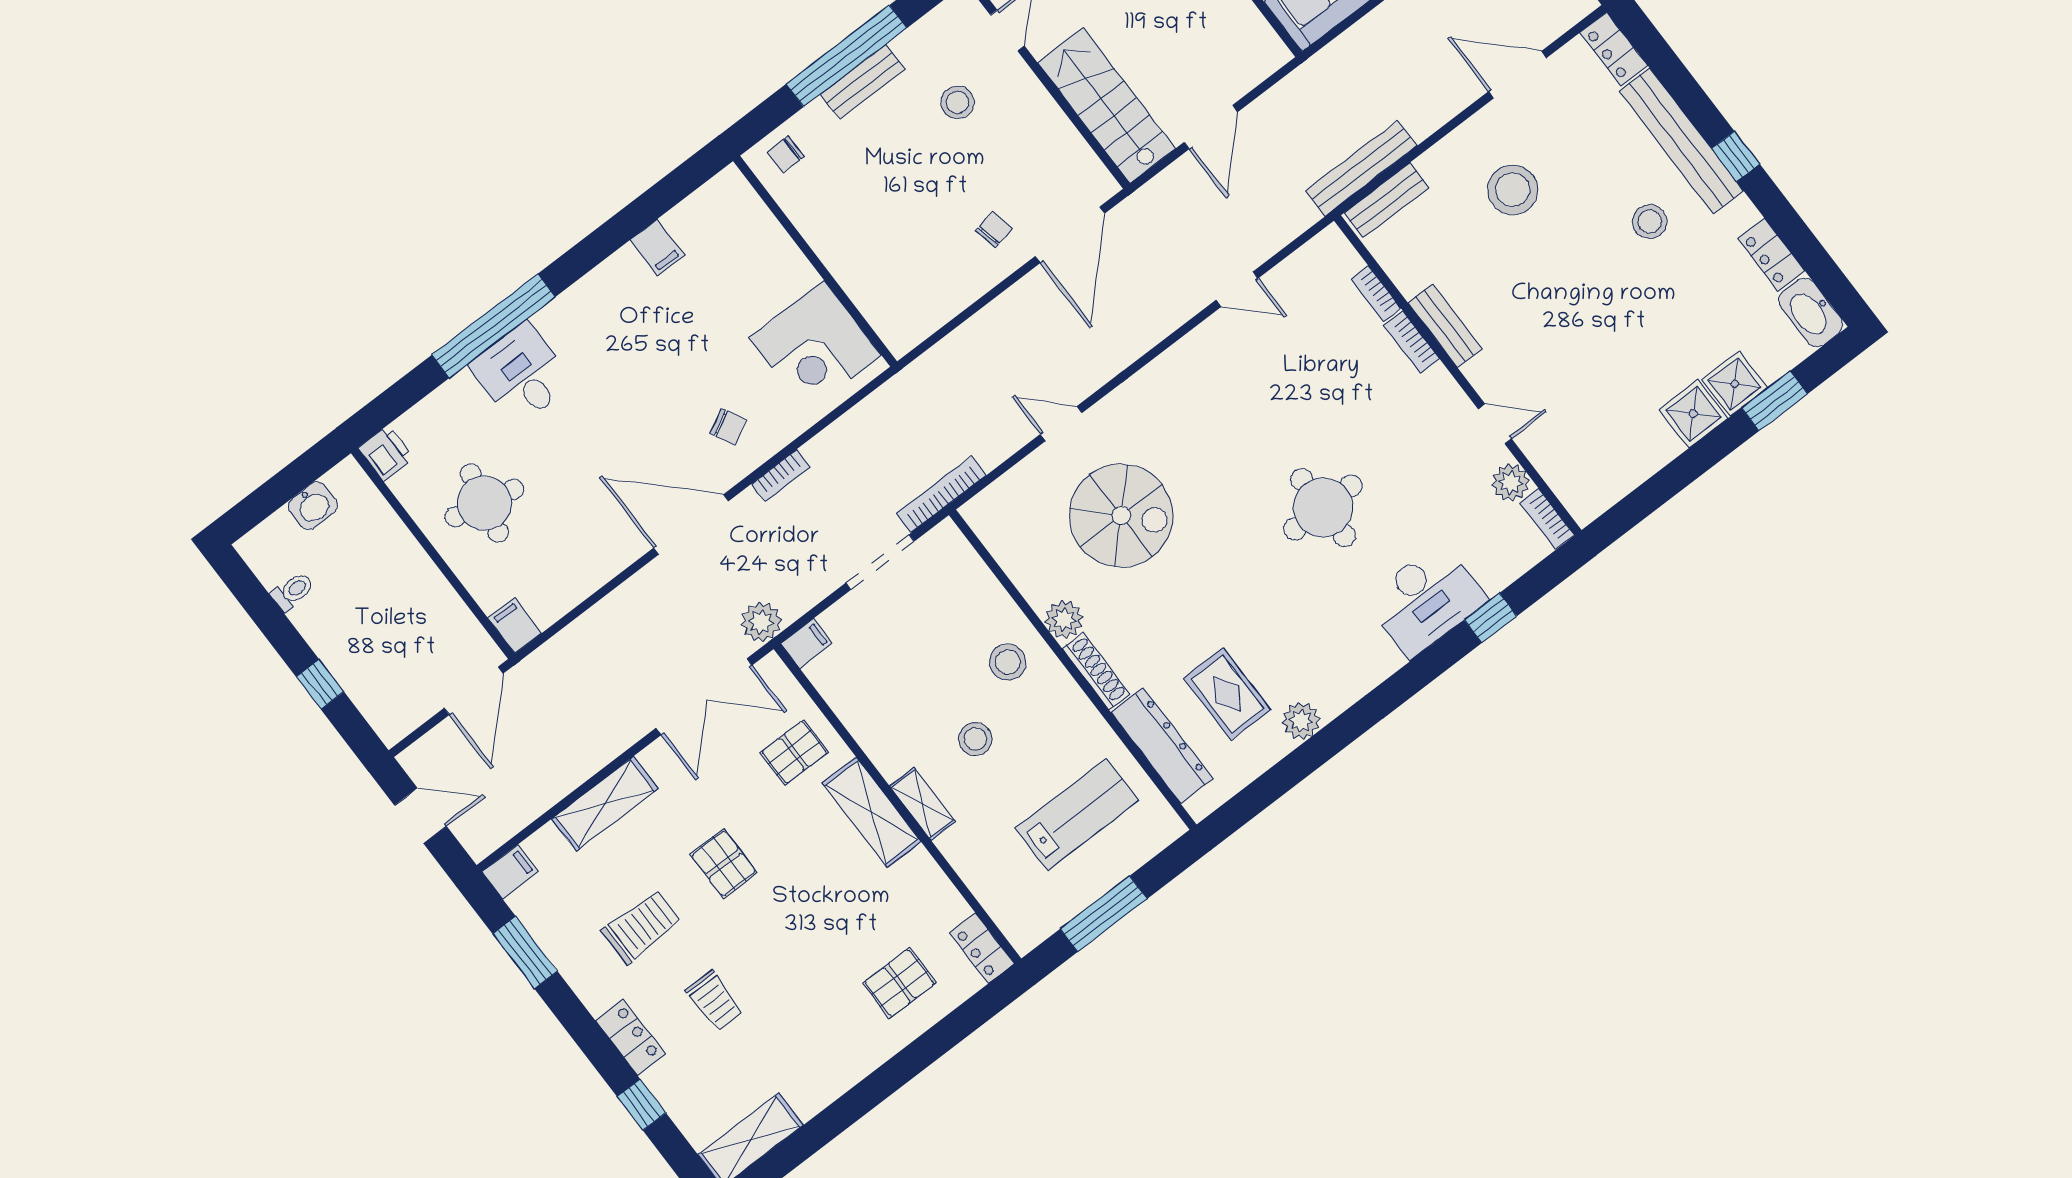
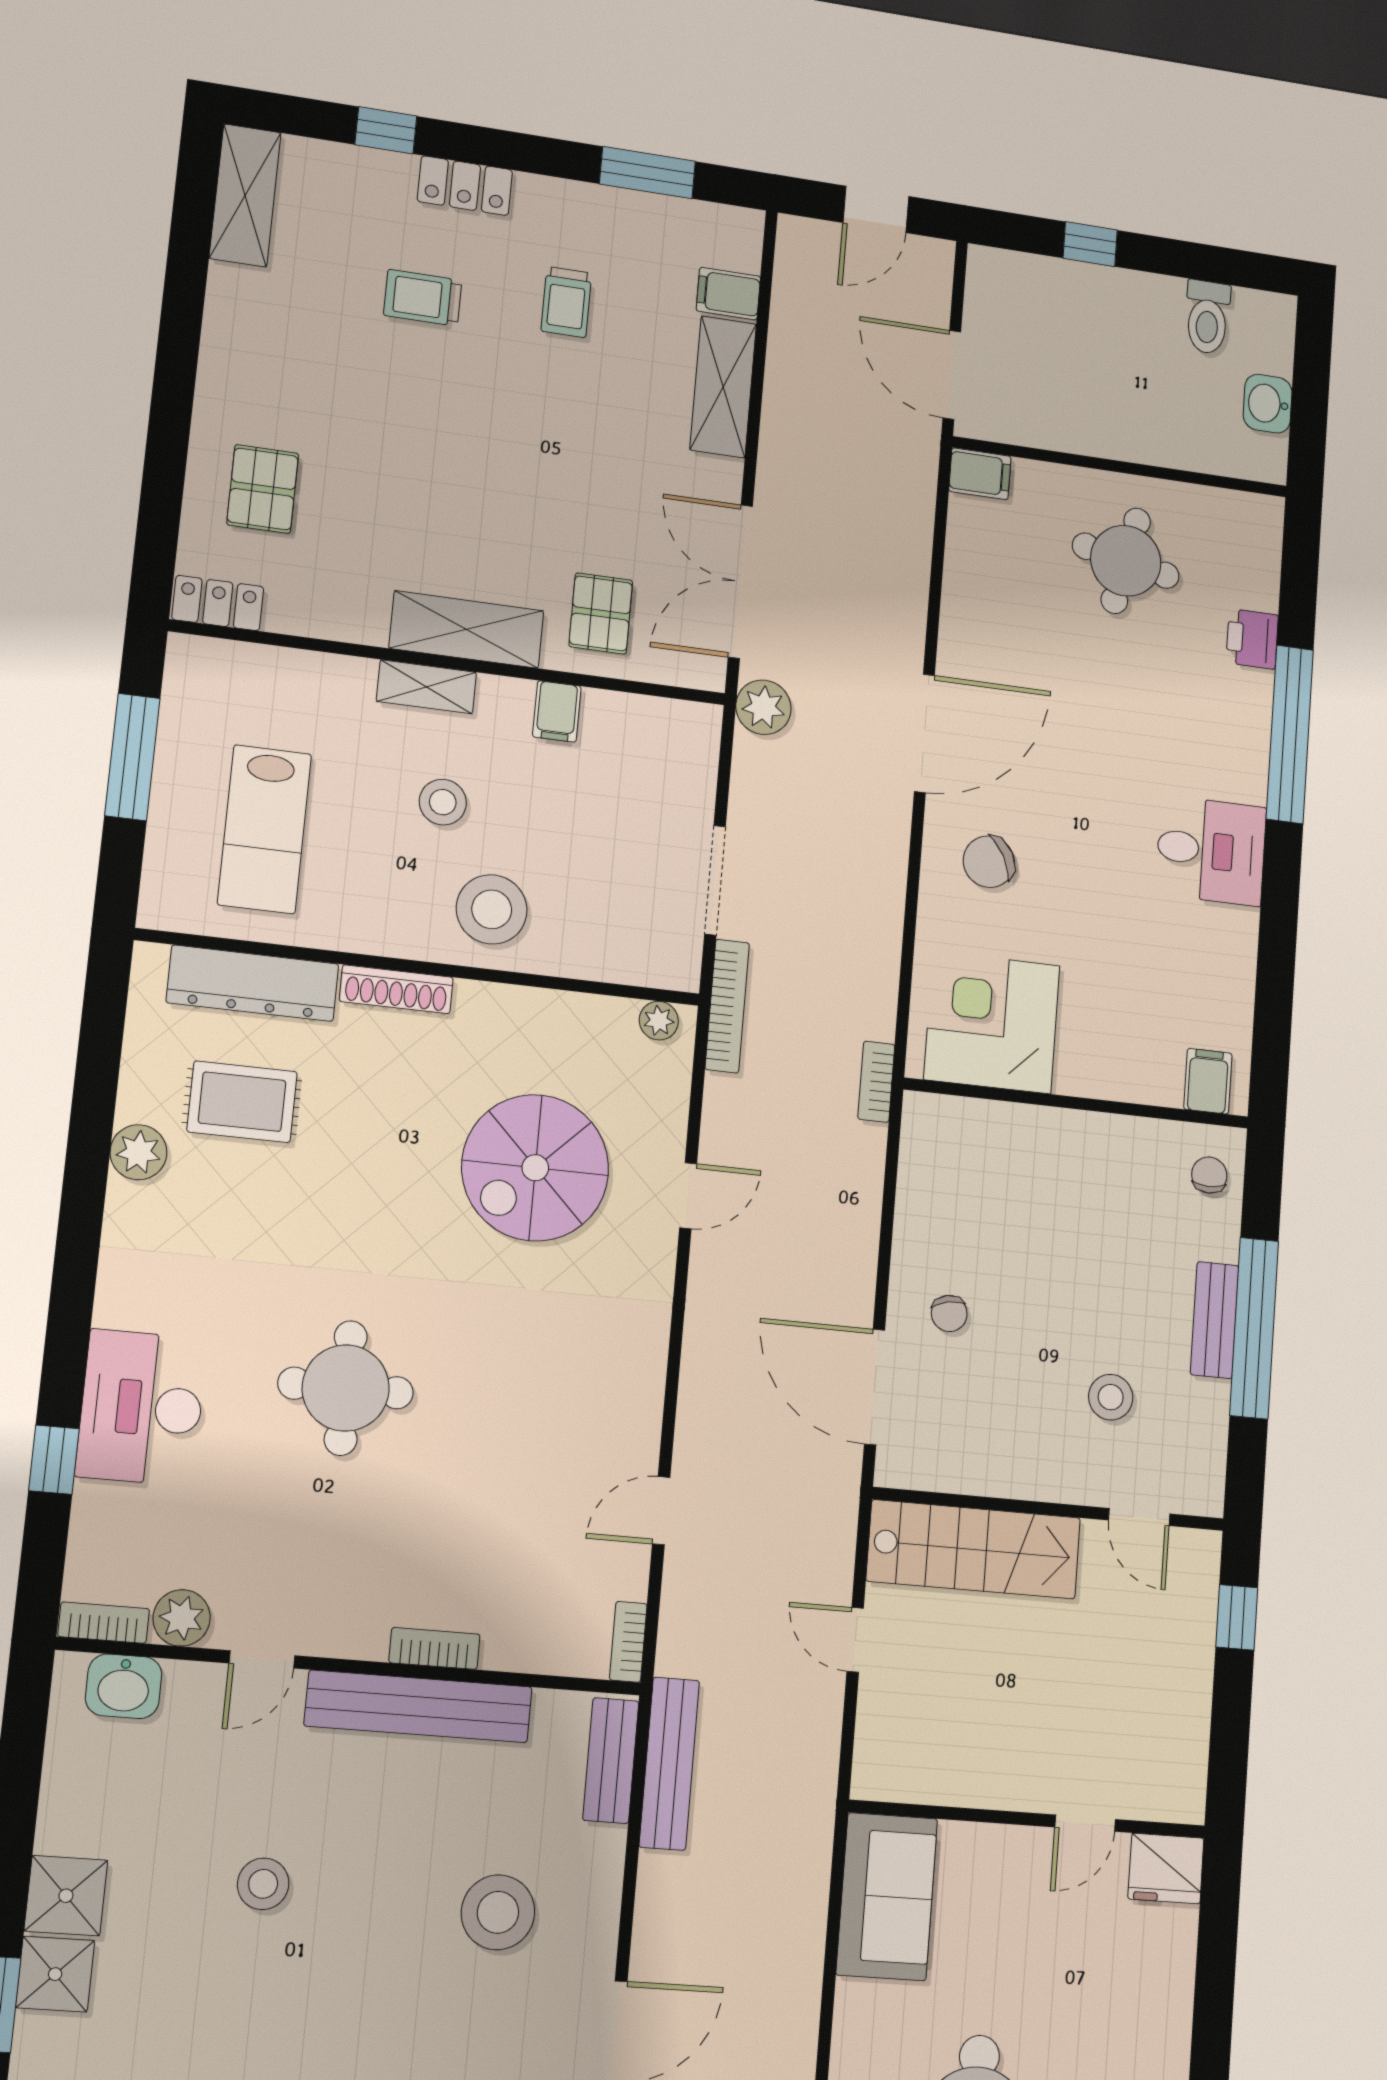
door: (1211, 127) -> (855, 1640), width x0.73
stool: (1650, 222) -> (263, 1884), moved
filing cabinet: (657, 247) -> (1208, 1081), moved, turned 90
bookcase: (1376, 294) -> (628, 1642), moved, turned -90
bench: (1445, 326) -> (419, 1706), width x1.86, depth x1.21
desk: (522, 374) -> (1211, 851), moved
chair: (728, 427) -> (989, 862), width x1.37, depth x1.37
printer: (386, 453) -> (1252, 639), moved, turned 90
bookcase: (781, 476) -> (876, 1082), moved
washbasin: (1569, 480) -> (124, 1686), added
toilet: (293, 592) -> (1207, 317), width x1.37, depth x1.39
plant: (1064, 619) -> (659, 1021), moved, width x0.73, depth x0.73
filing cabinet: (807, 643) -> (557, 711), moved
stool: (1008, 662) -> (492, 909), width x1.38, depth x1.38
pallet: (724, 863) -> (554, 439), removed
filing cabinet: (510, 872) -> (728, 294), moved, turned 90
trolley: (641, 927) -> (566, 302), width x0.73, depth x0.72

